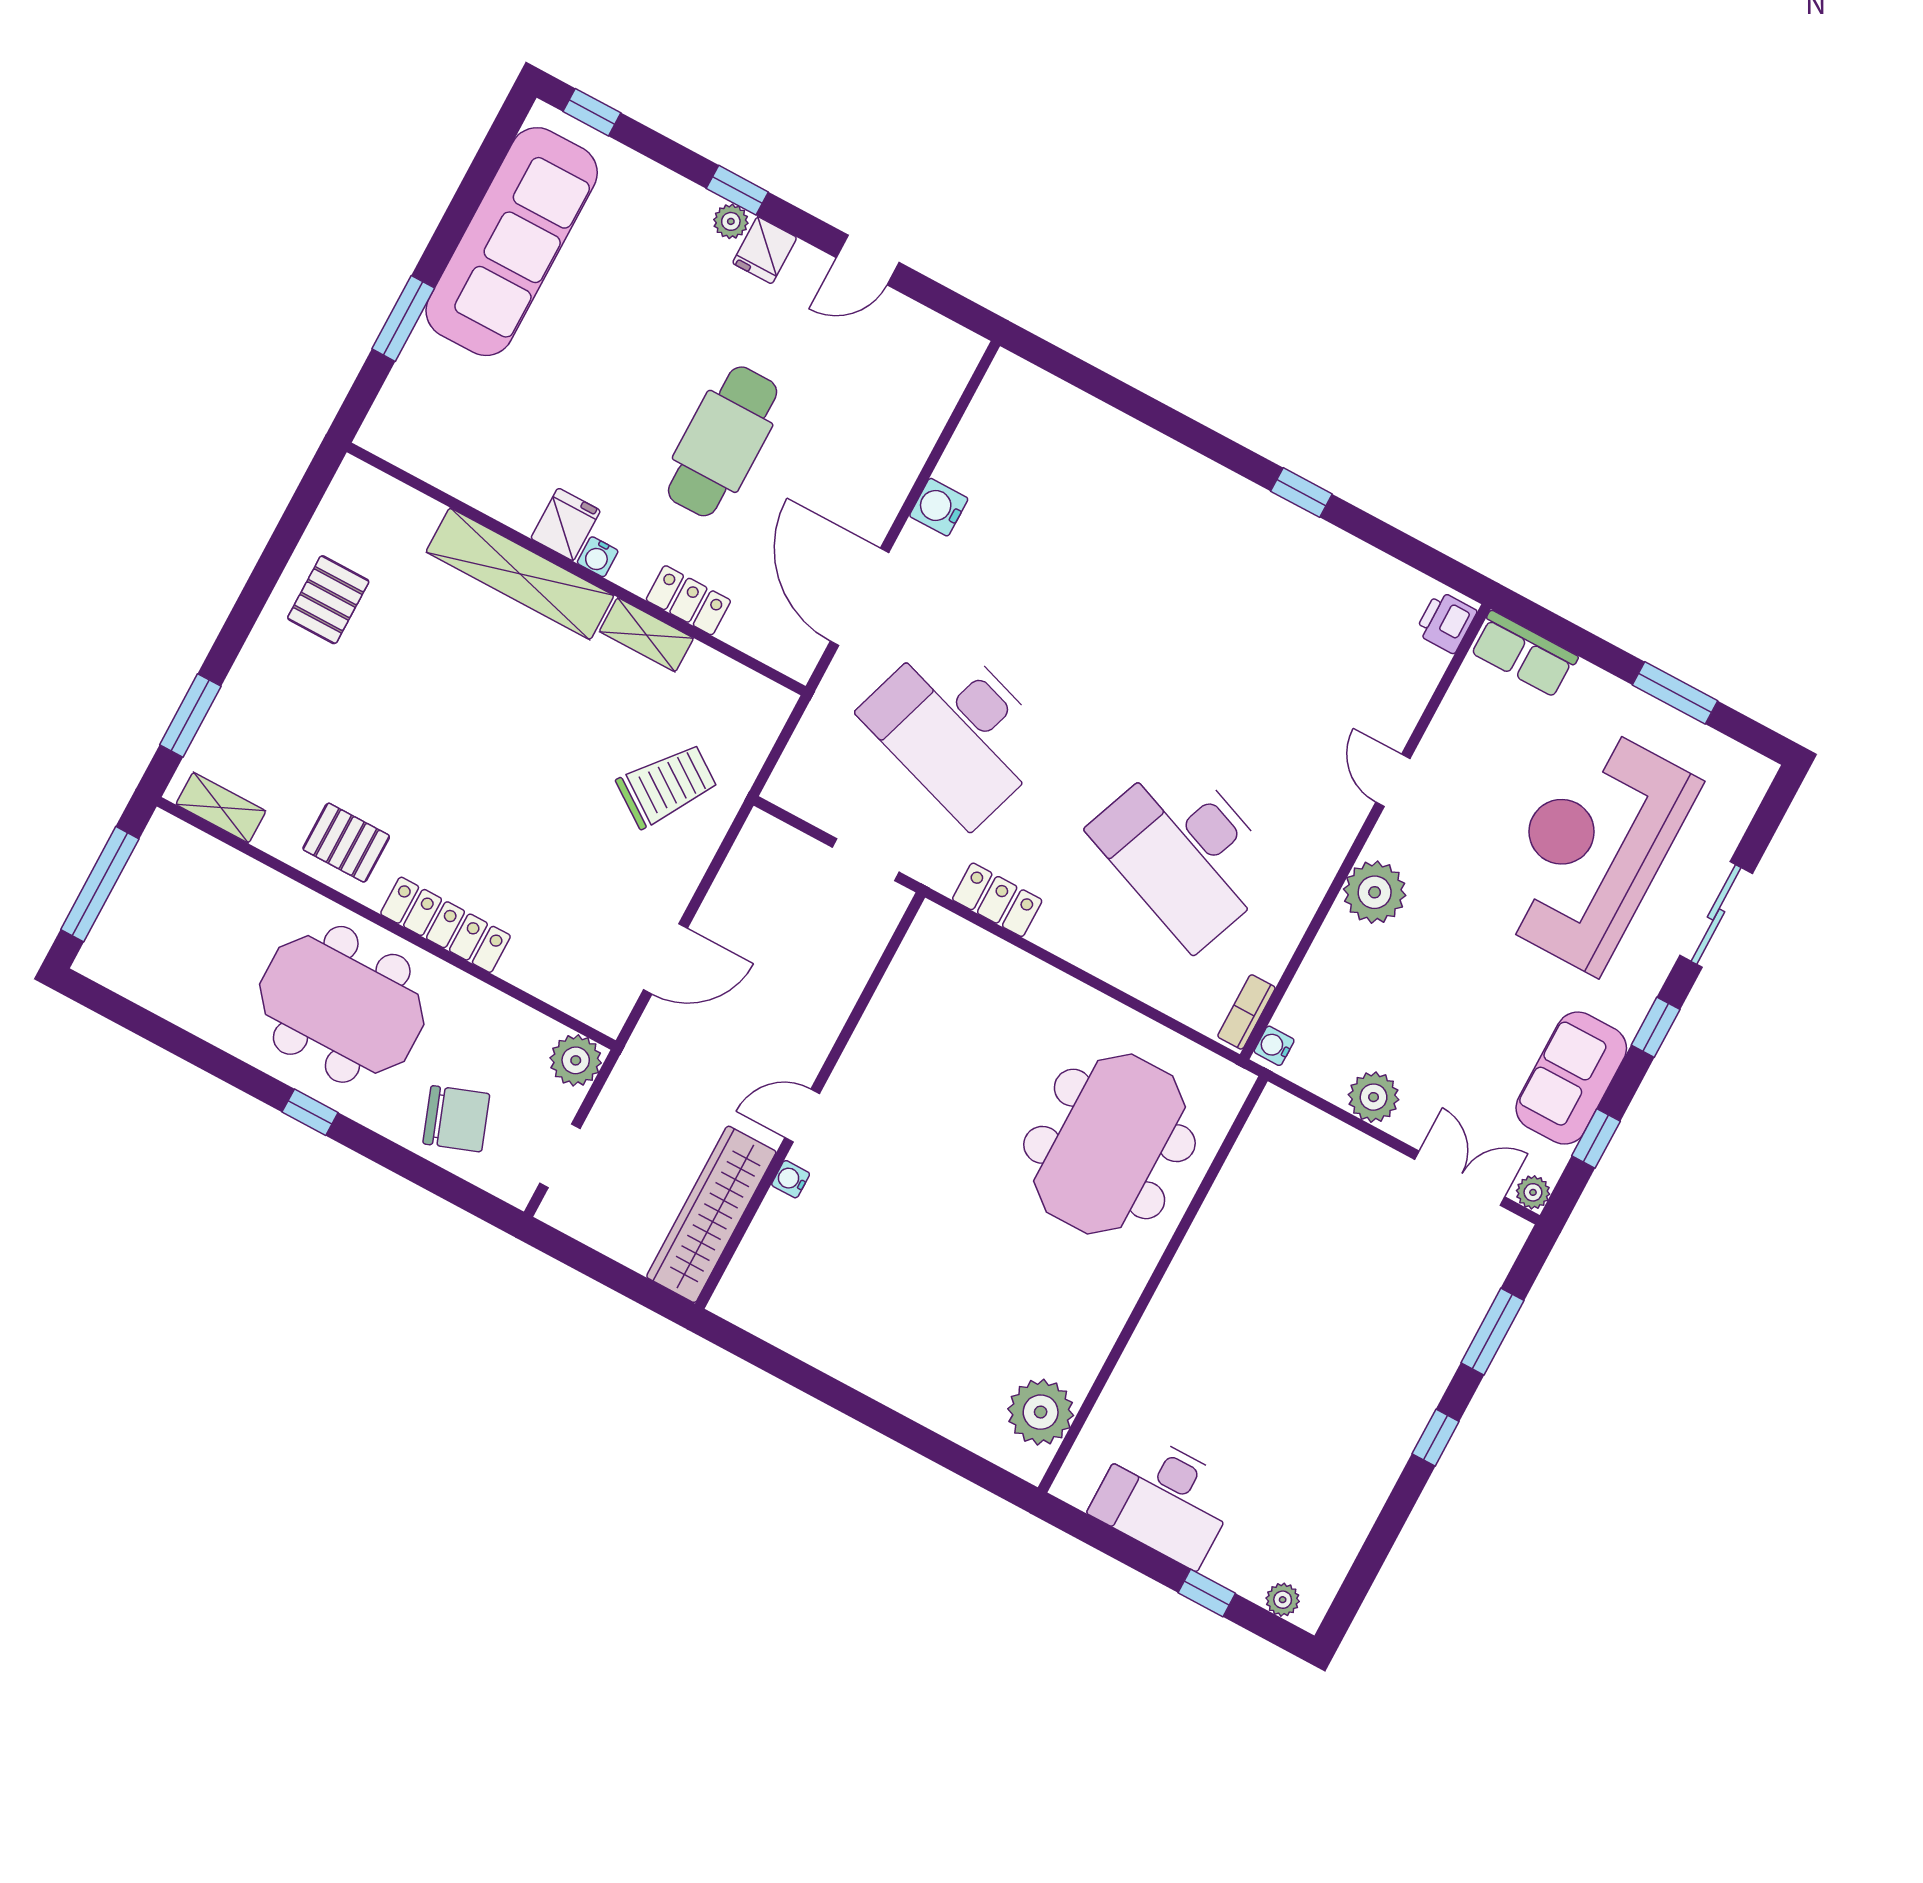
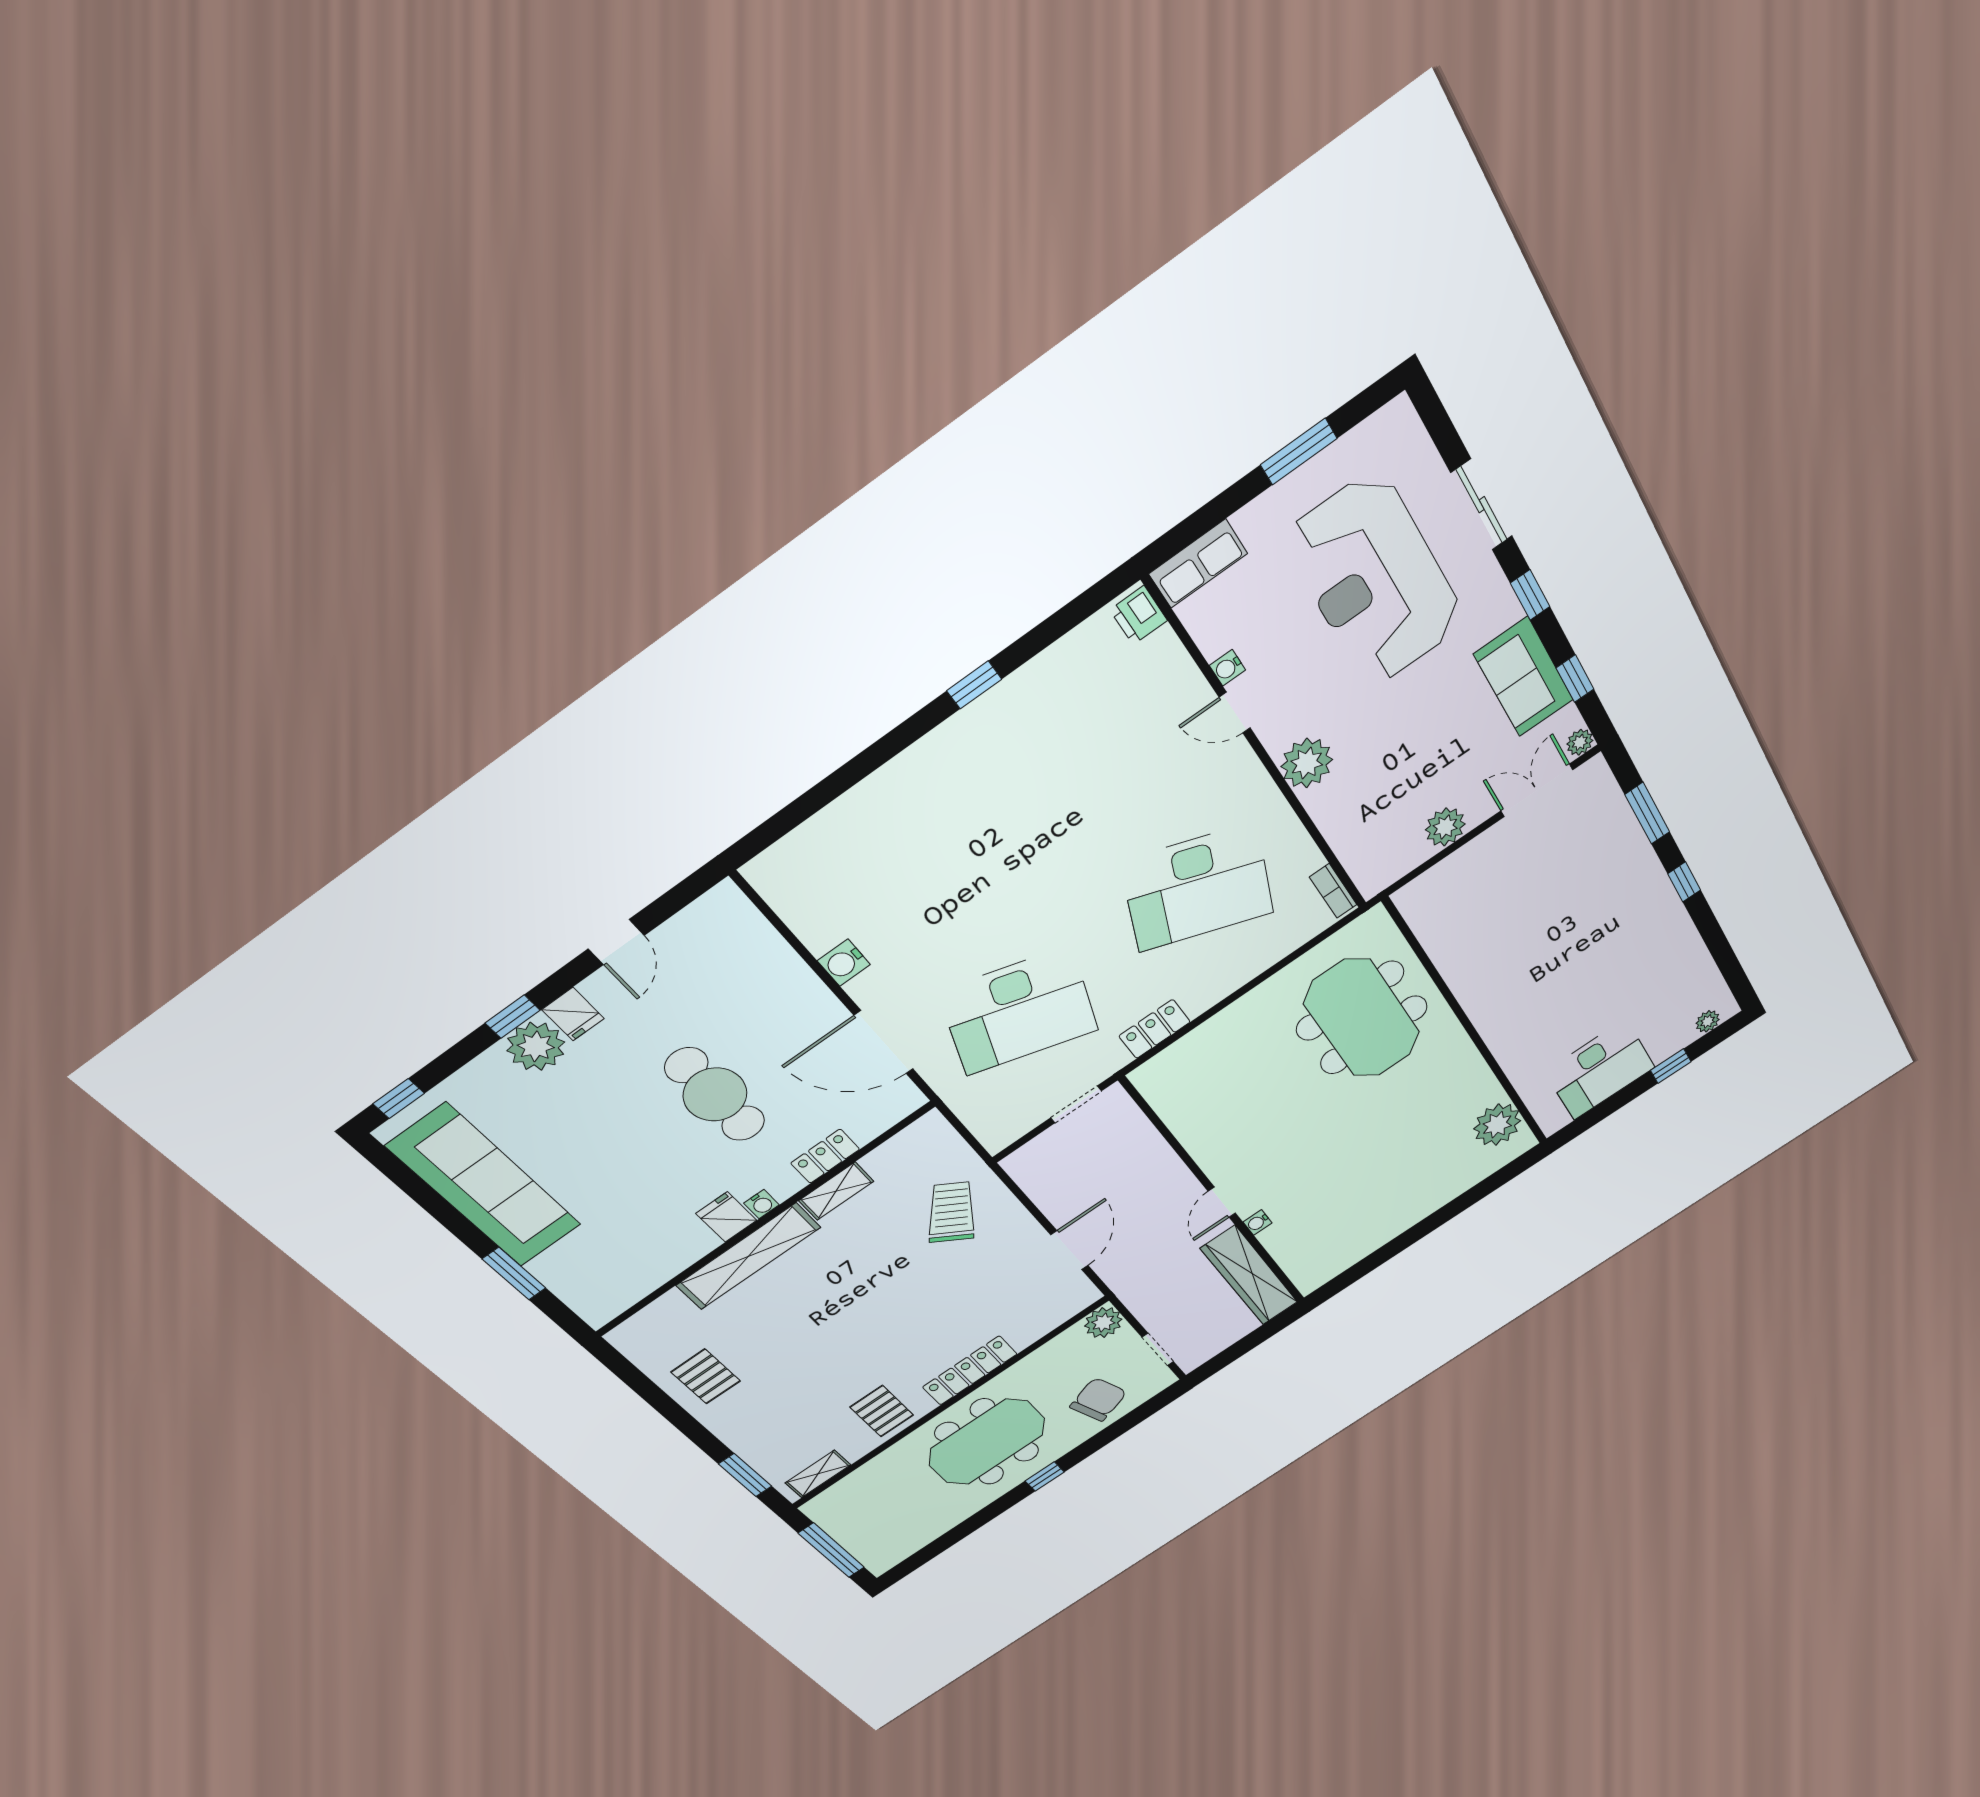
plant: (731, 221) -> (536, 1046), width x1.88, depth x1.88
pallet: (346, 843) -> (882, 1411), turned 90
water cooler: (1274, 1046) -> (1228, 668), moved

